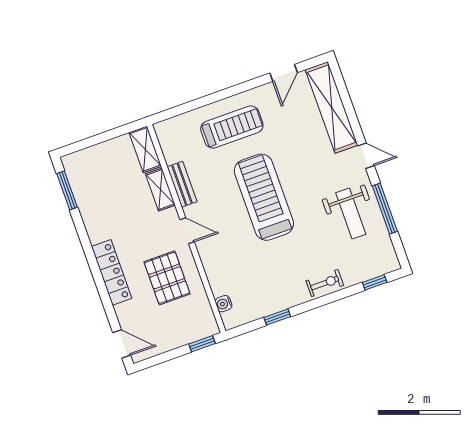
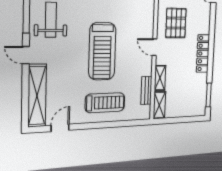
treadmill: (232, 127) -> (105, 103), turned 180
bench: (182, 184) -> (146, 90), moved
locker: (112, 272) -> (203, 53), moved

